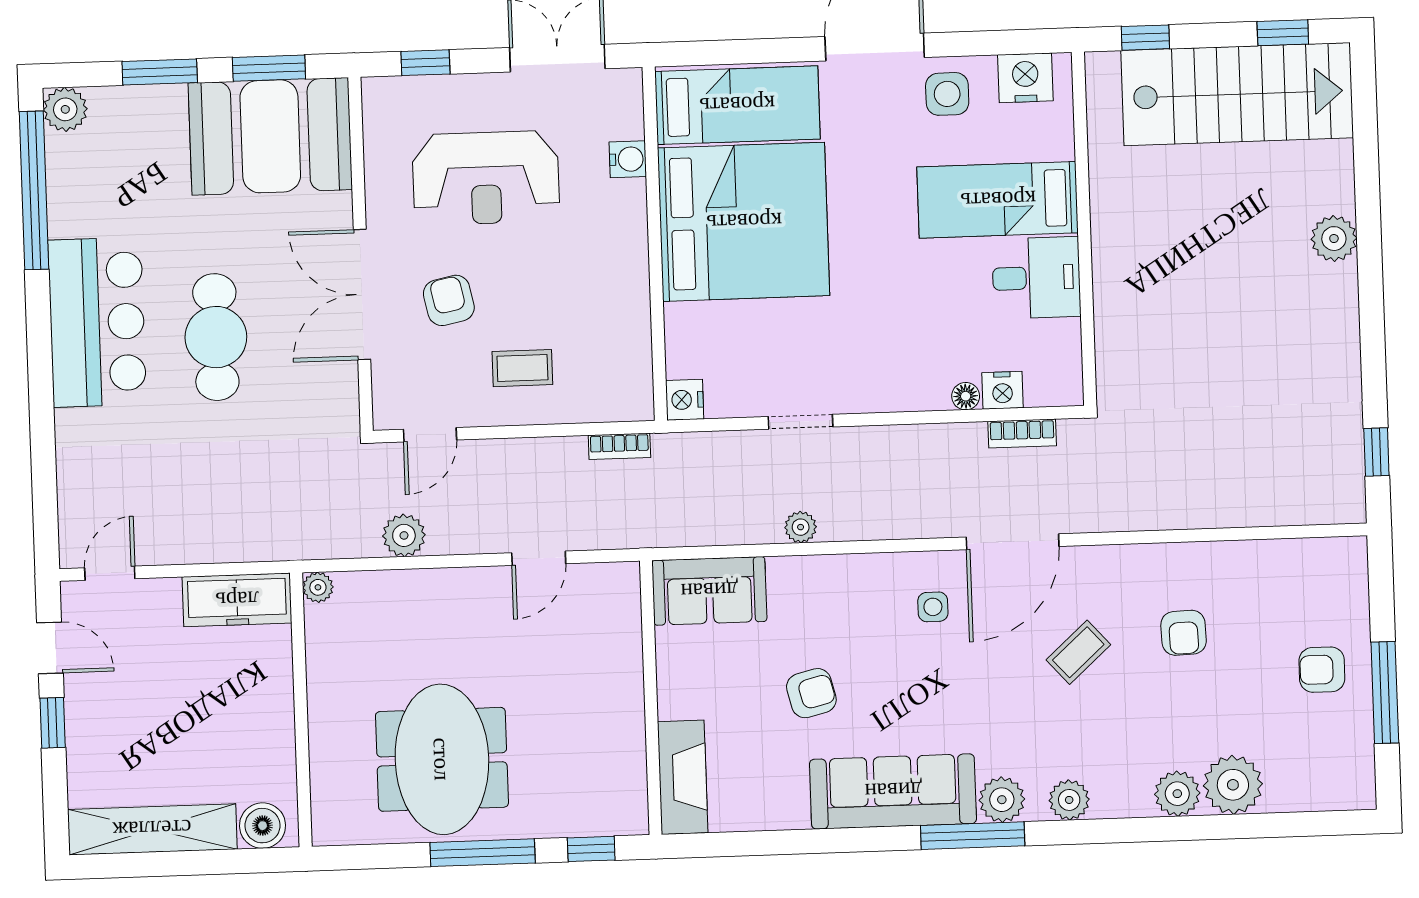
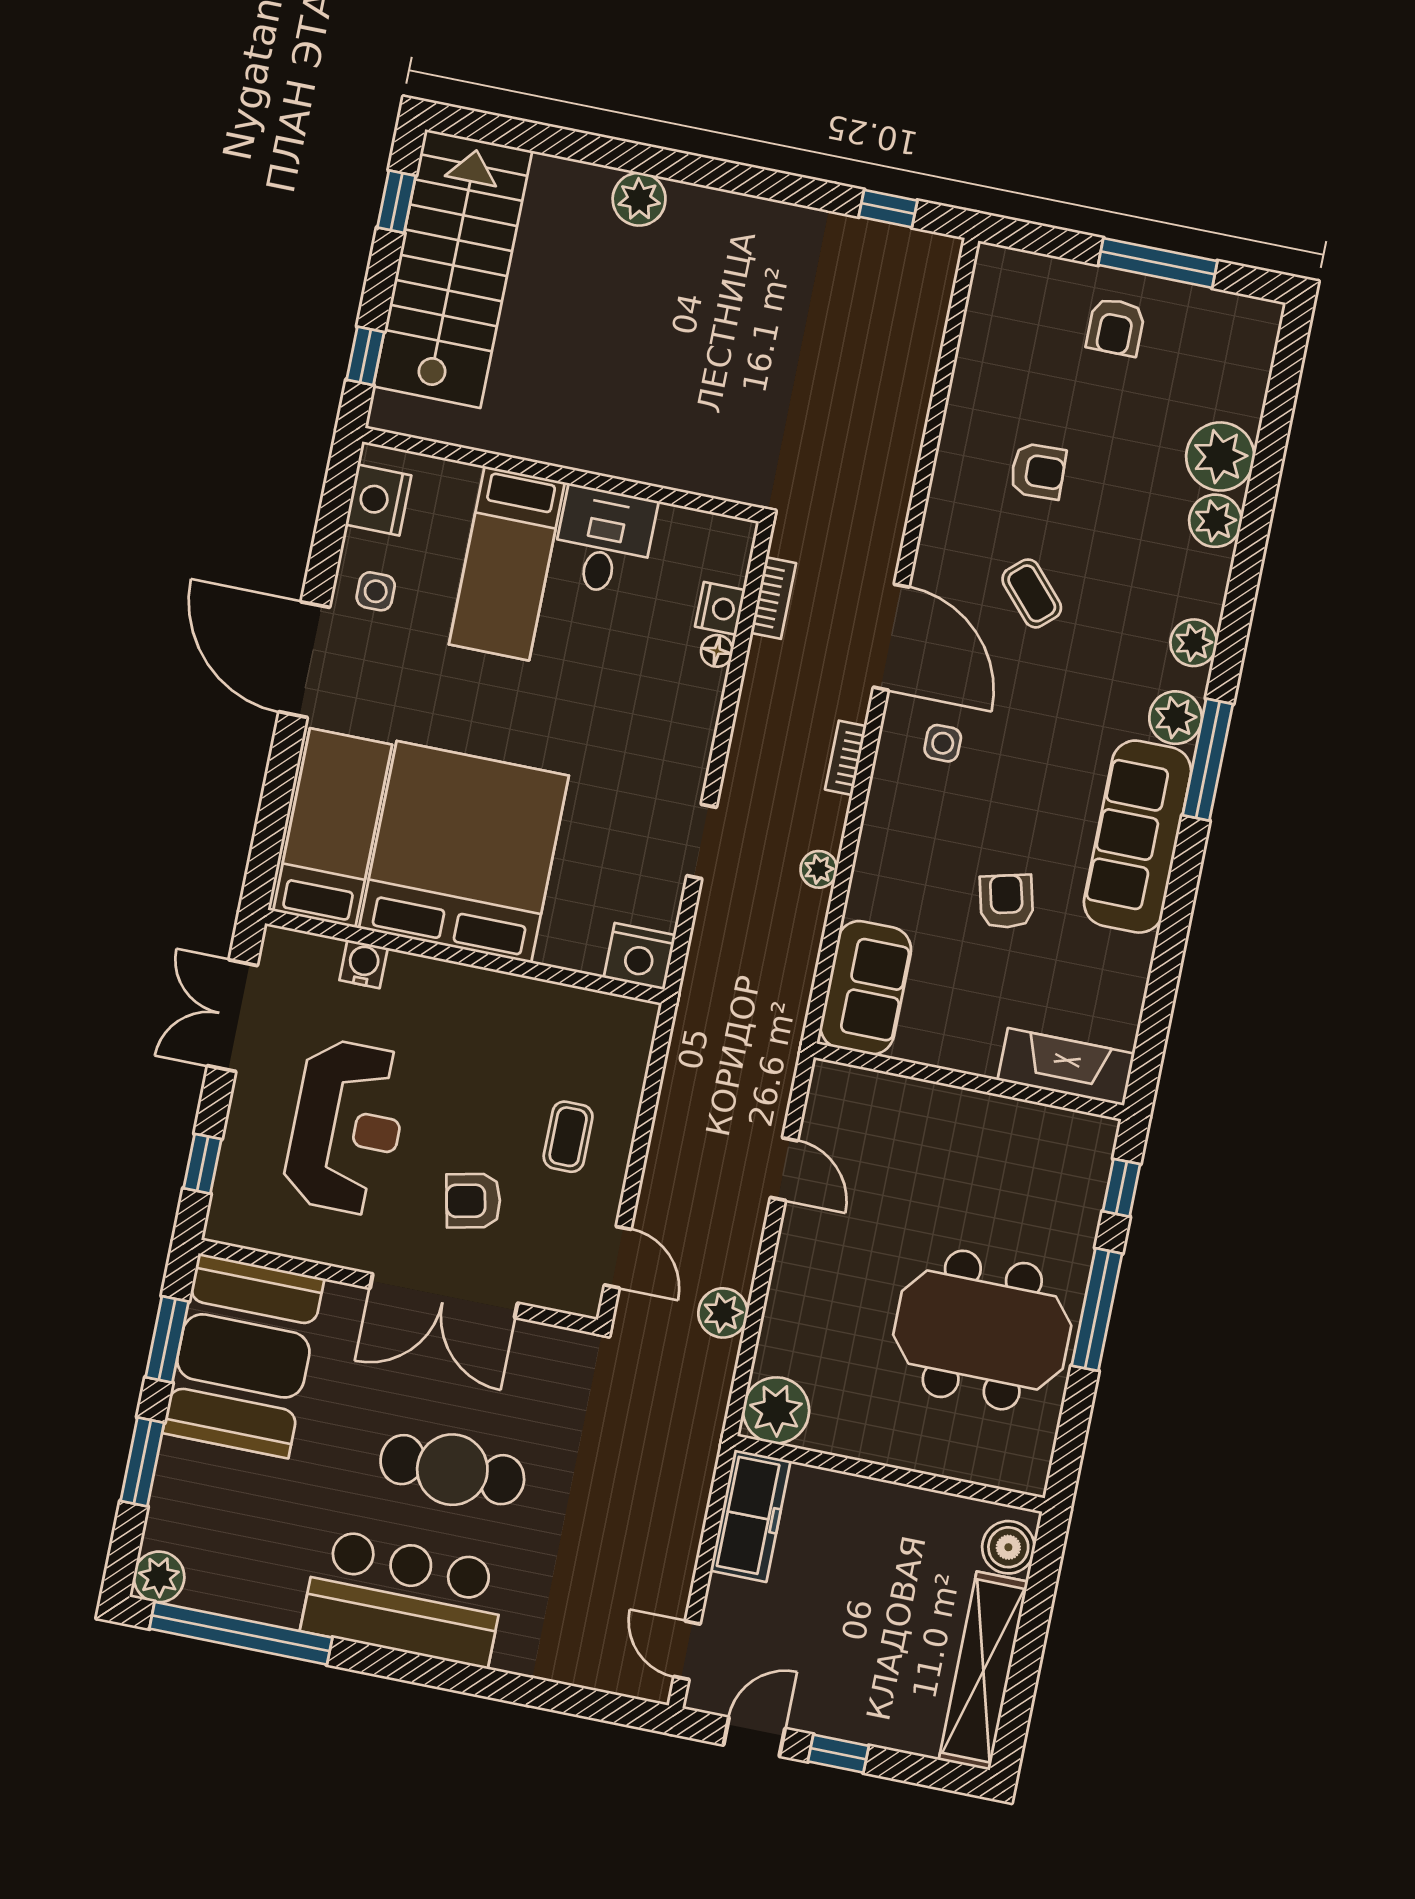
side table: (947, 94) -> (376, 591), width x0.73, depth x0.73
nightstand: (685, 400) -> (640, 956), width x1.36, depth x1.33
bookcase: (619, 446) -> (846, 758), moved, turned 180
plant: (318, 587) -> (776, 1410), width x1.87, depth x1.87

